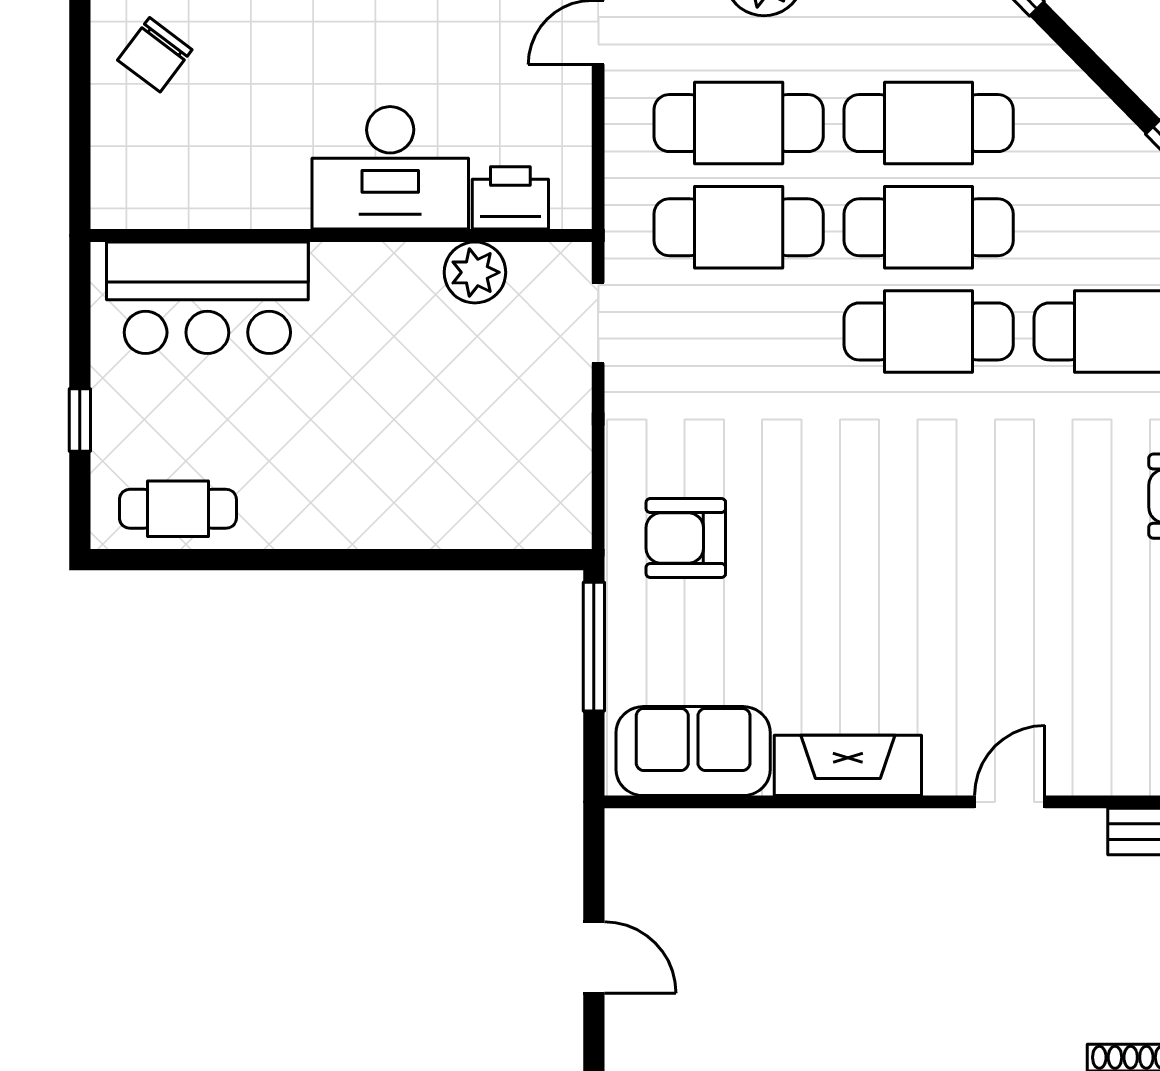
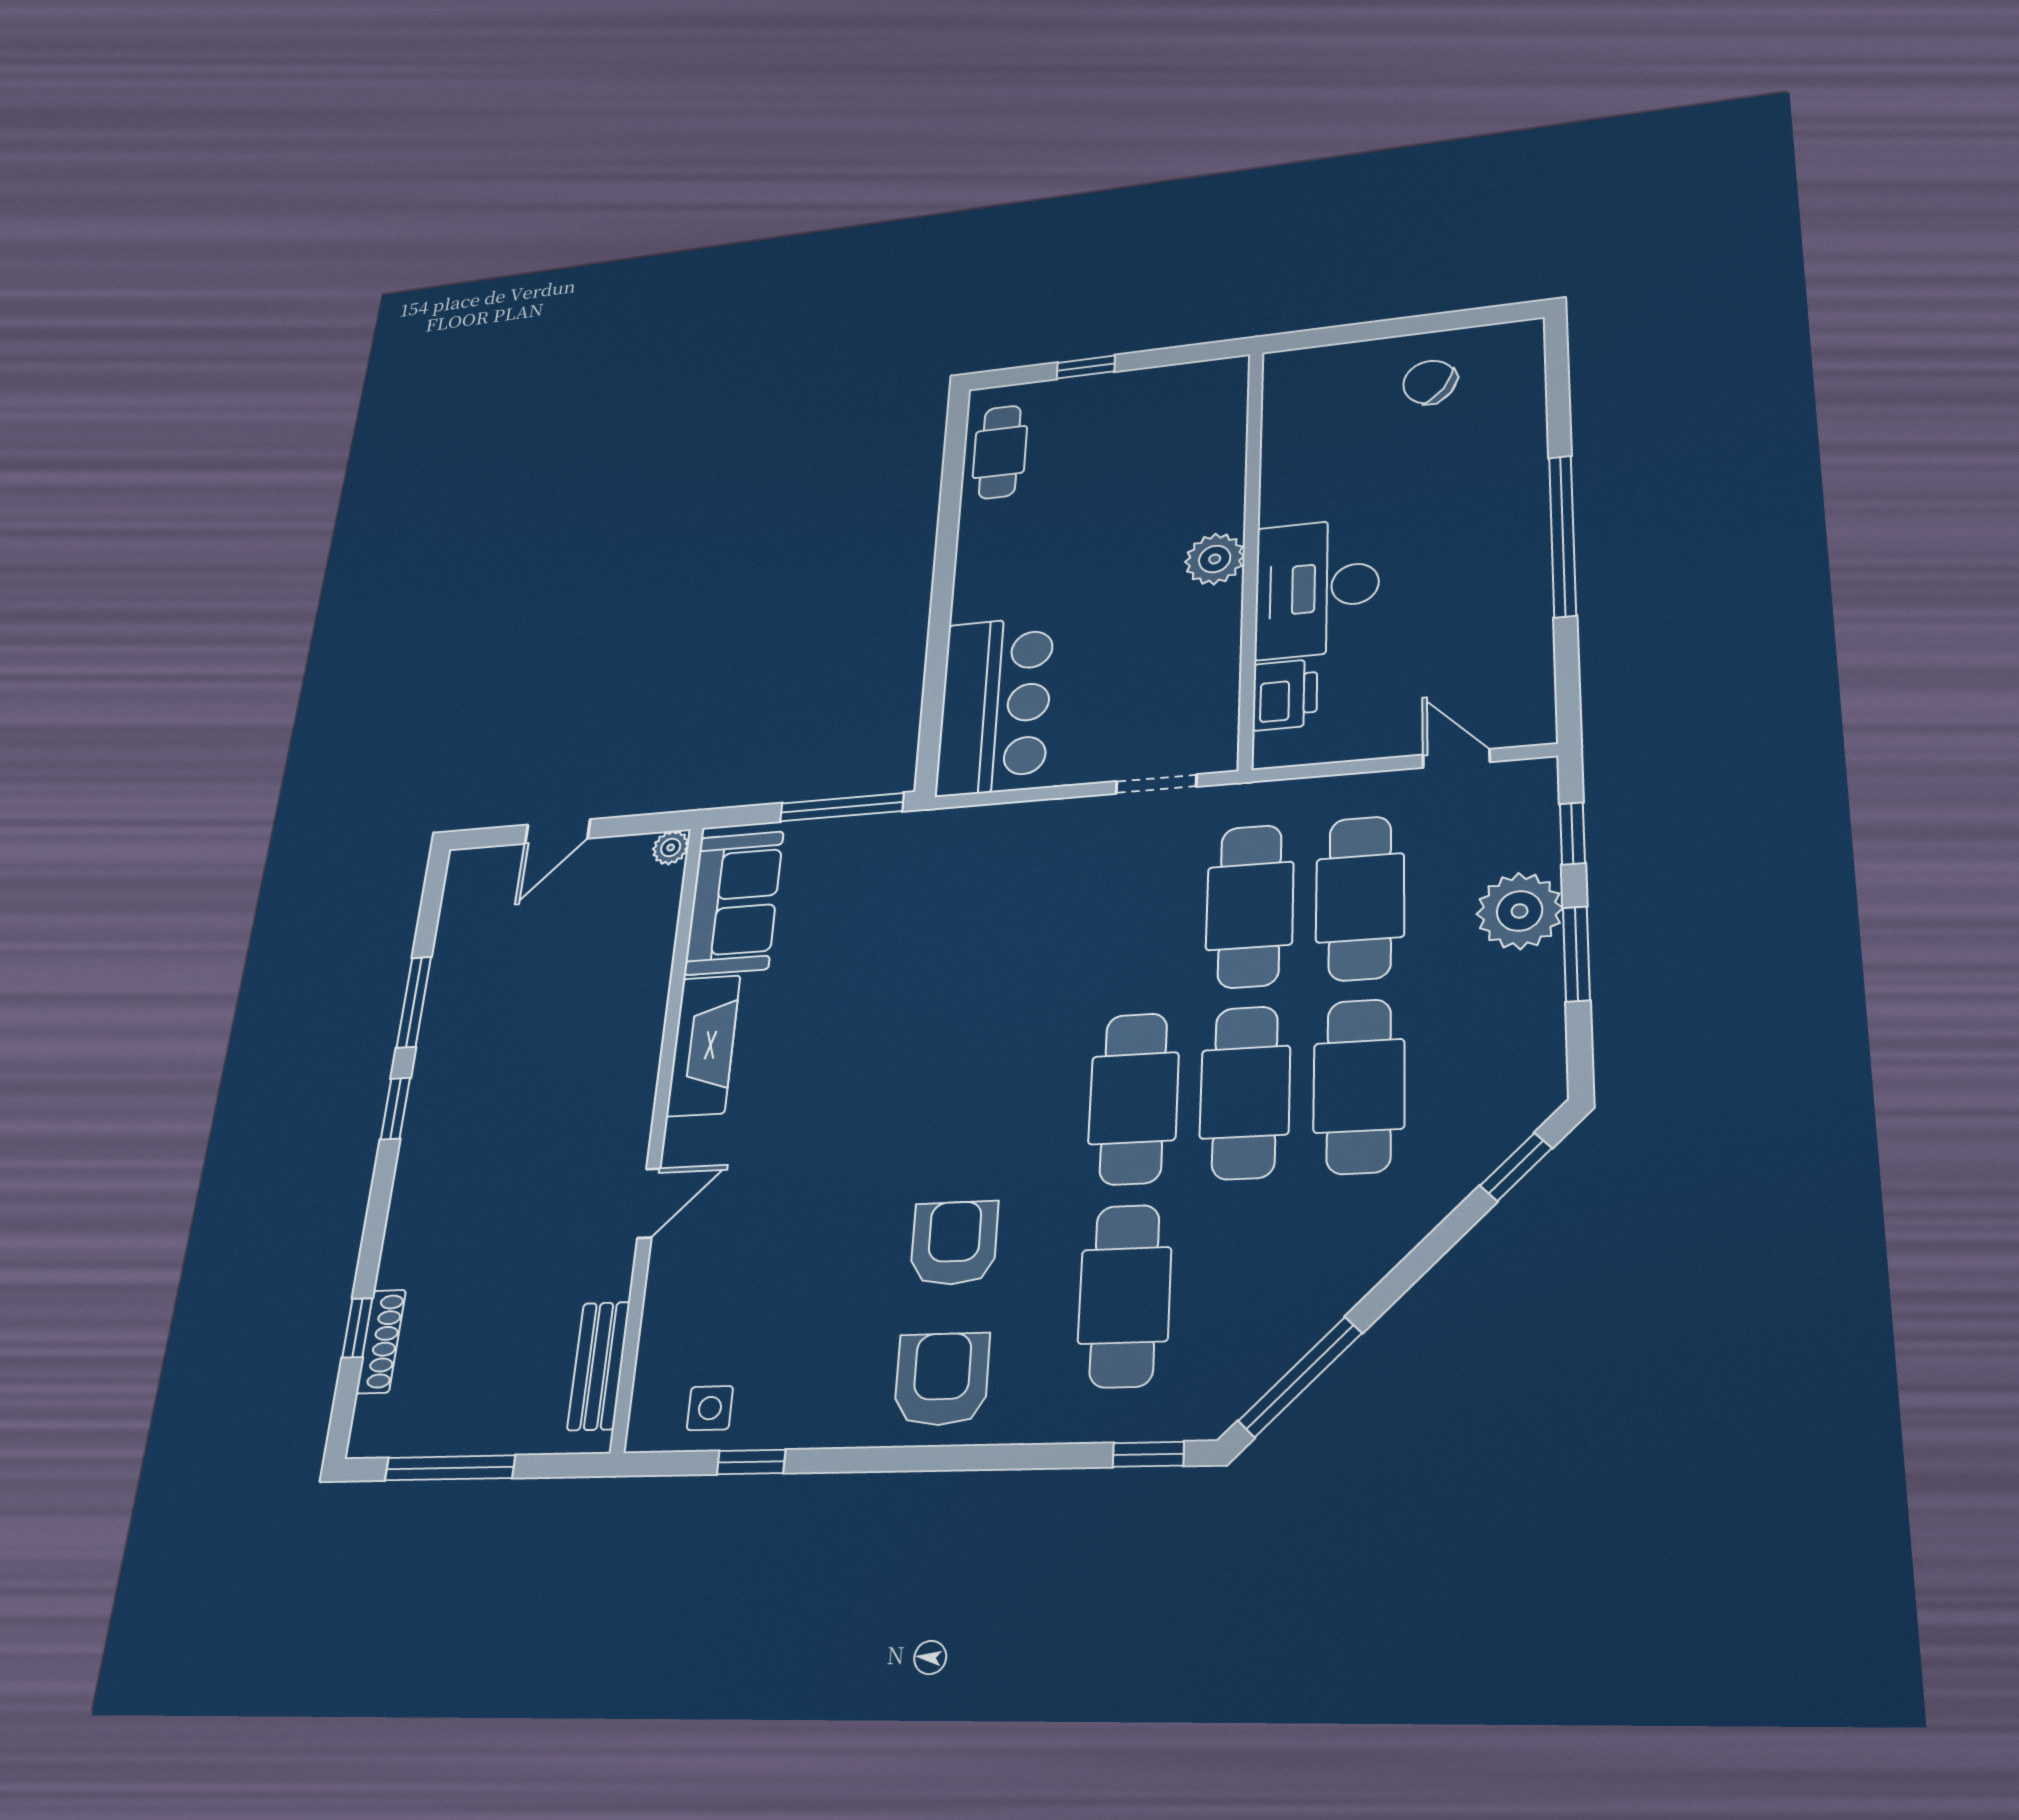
plant: (475, 272) -> (1215, 559), moved
bar counter: (207, 298) -> (995, 705), moved, turned 180
armchair: (686, 538) -> (954, 1243), moved
door: (1010, 802) -> (649, 1203), hinge flipped
plant: (624, 828) -> (671, 848), added

